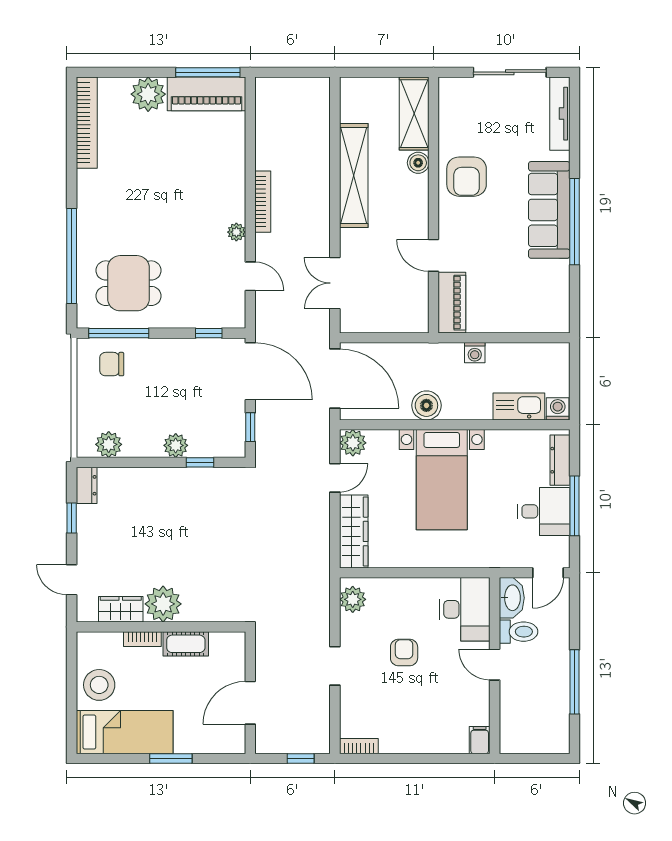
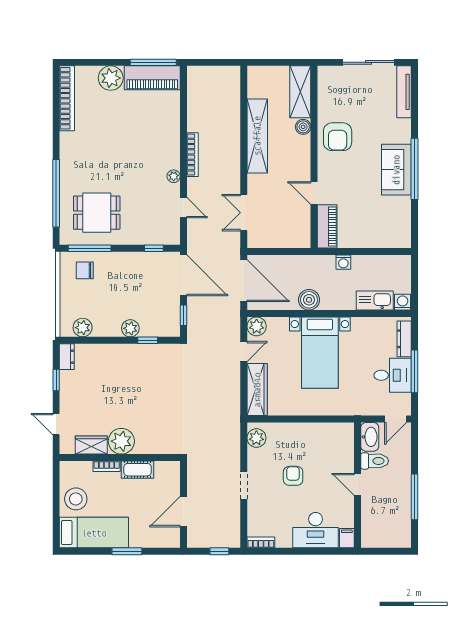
sofa: (549, 210) -> (396, 170), width x0.73
desk: (465, 609) -> (316, 530), moved, turned 90

